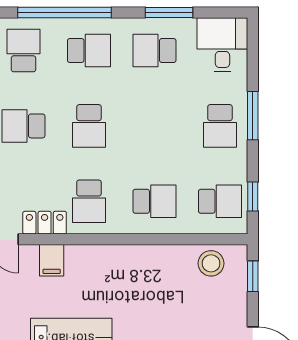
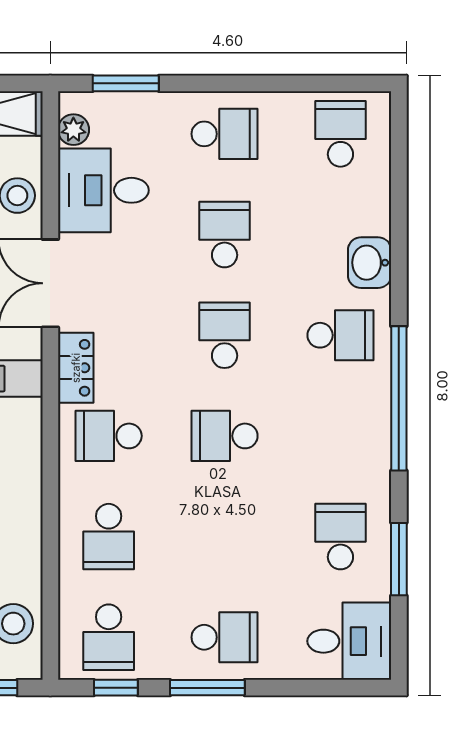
school desk: (89, 50) -> (340, 436), removed
window: (253, 116) -> (207, 688), moved
school desk: (220, 126) -> (225, 637), turned 180

